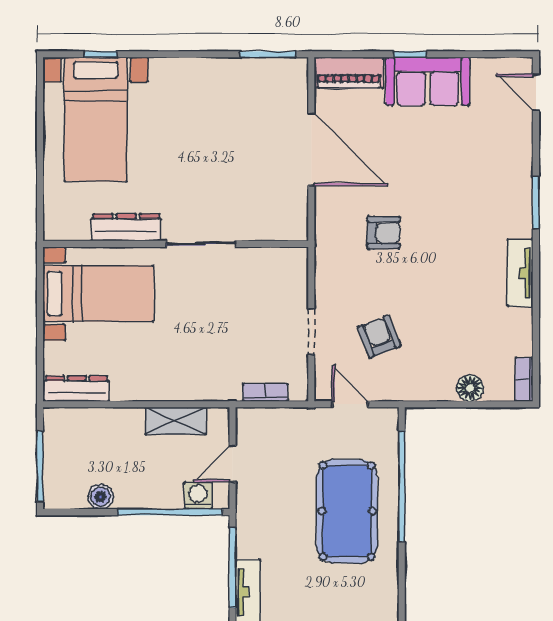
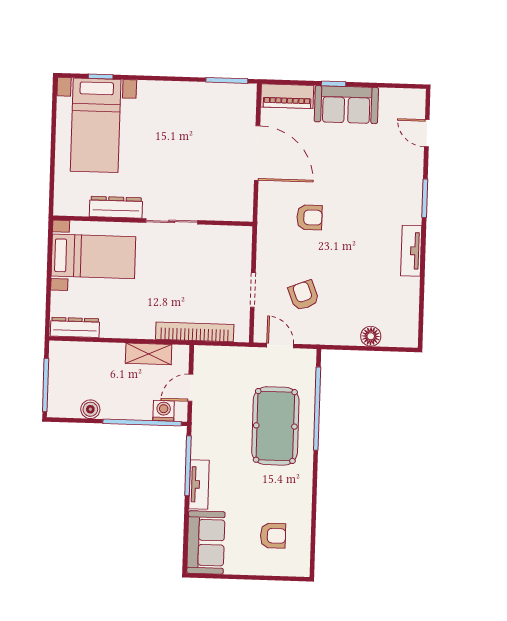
door: (536, 92) -> (427, 133), moved
bookcase: (524, 379) -> (412, 331), removed
bookcase: (265, 392) -> (195, 332), width x2.31, depth x1.31

